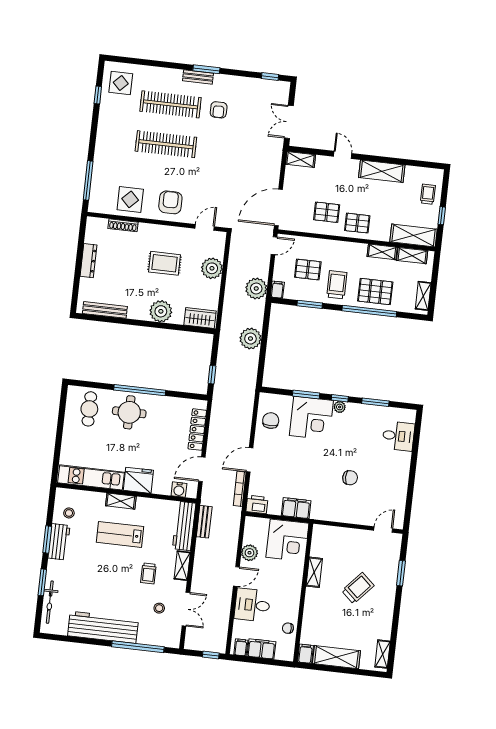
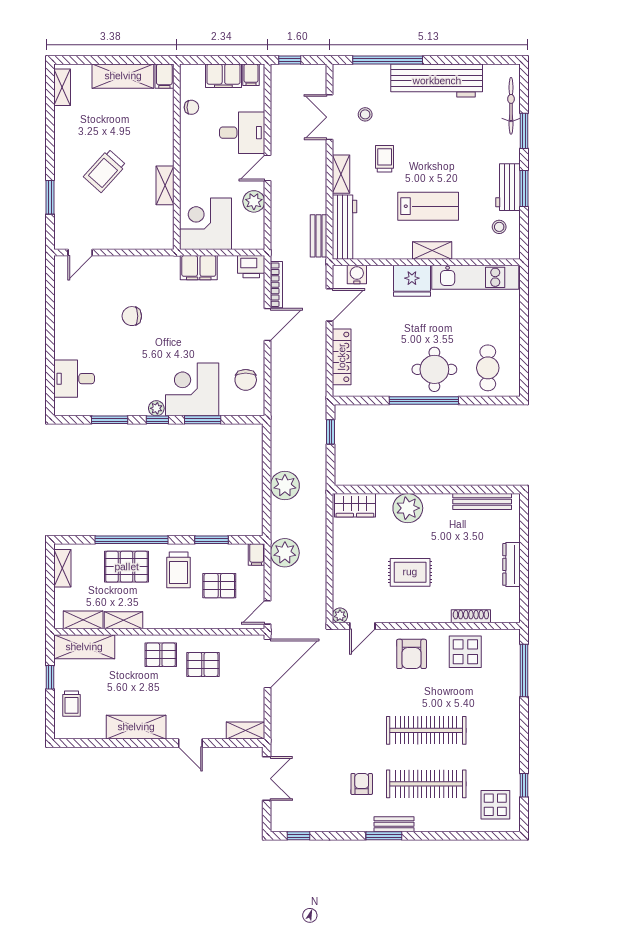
plant: (212, 268) -> (340, 615), moved, width x0.53, depth x0.53

